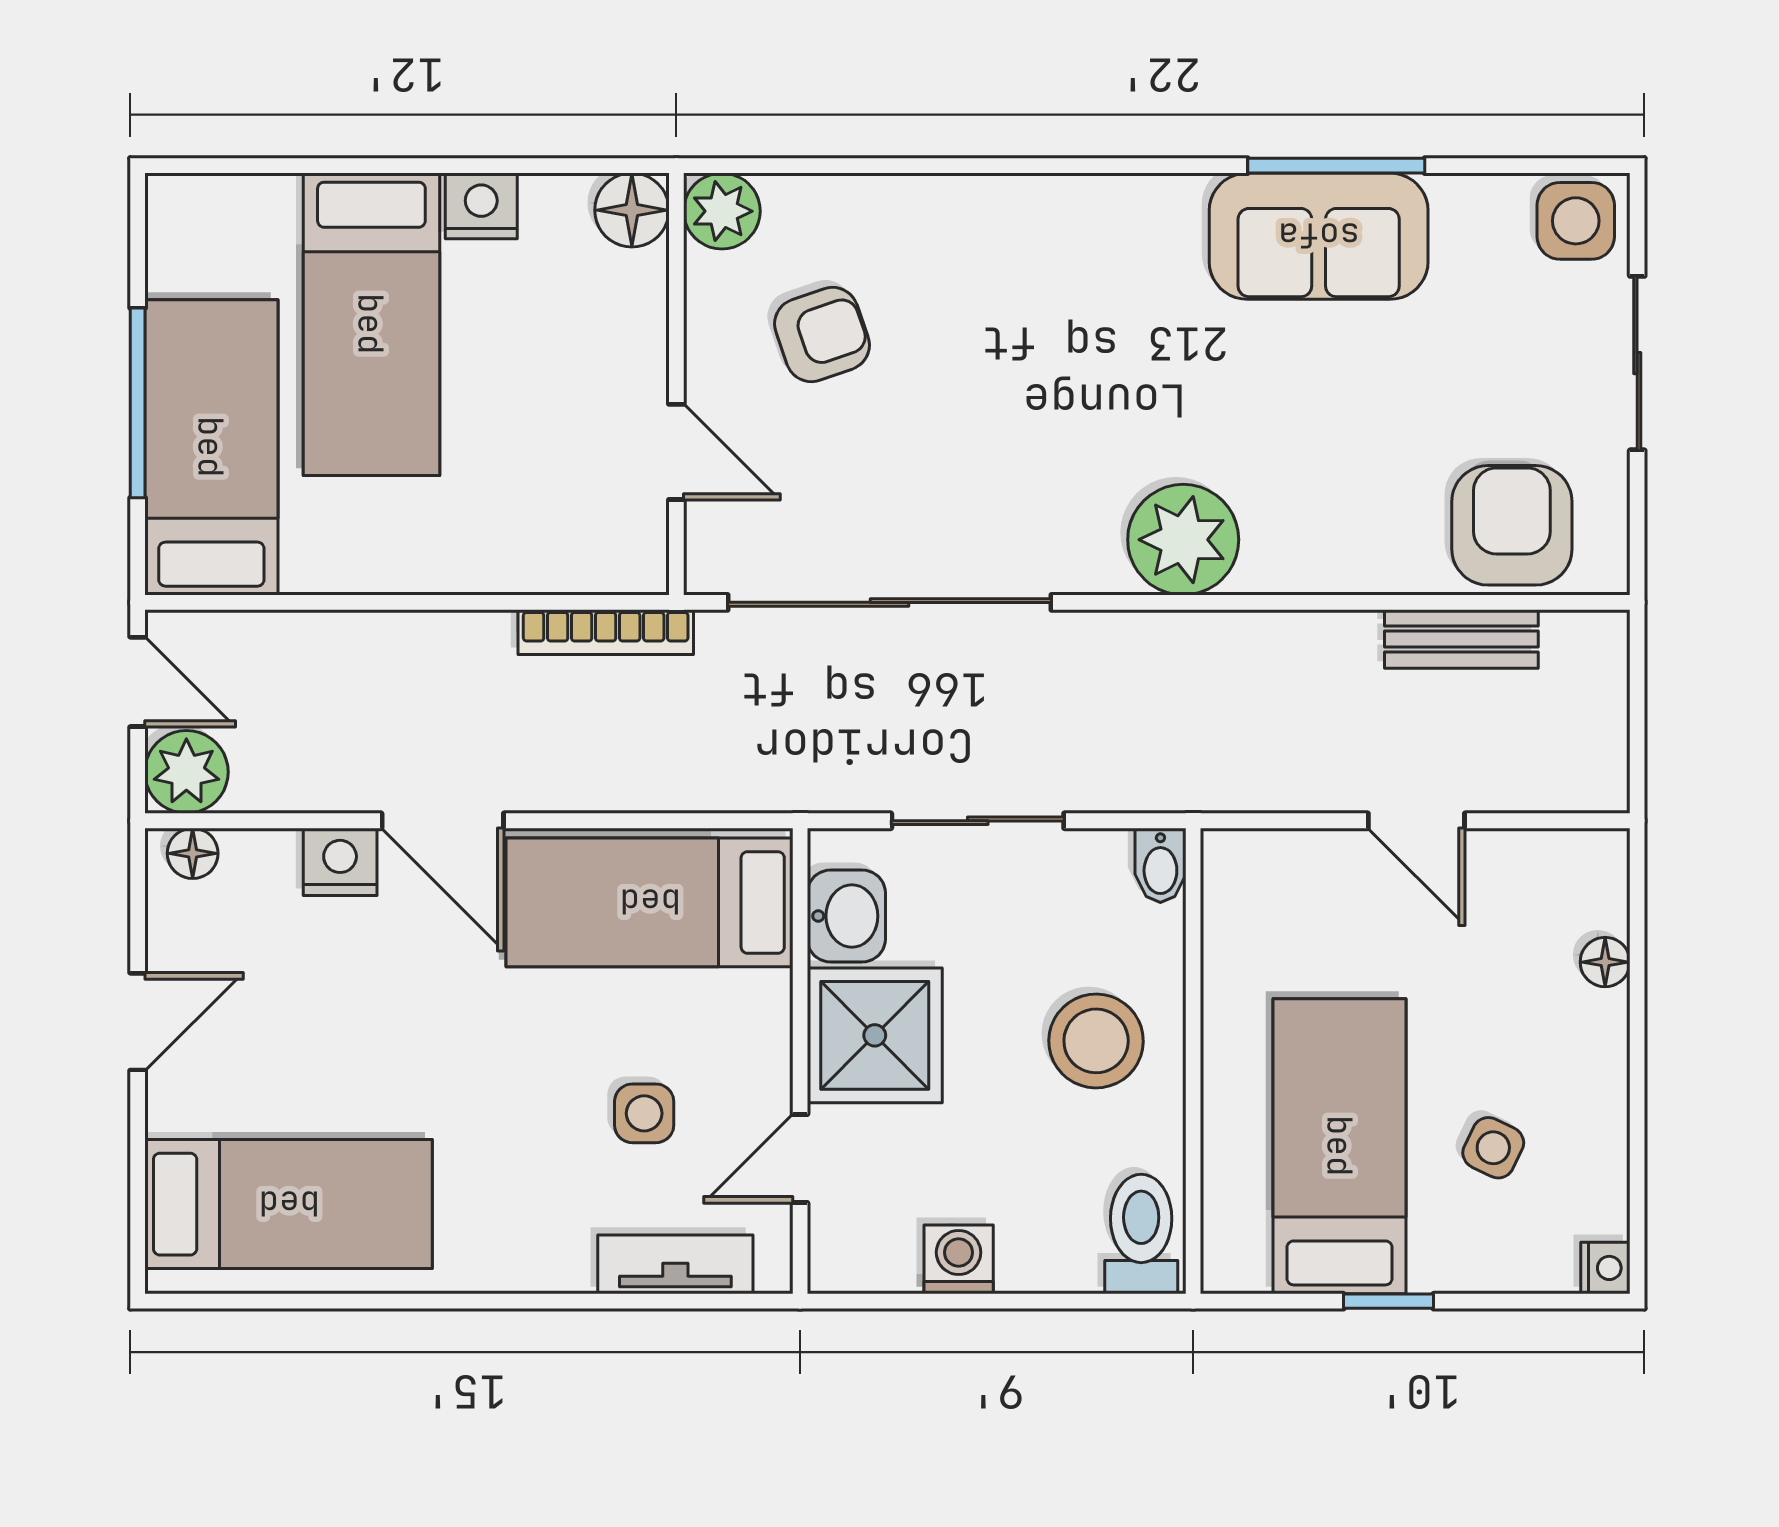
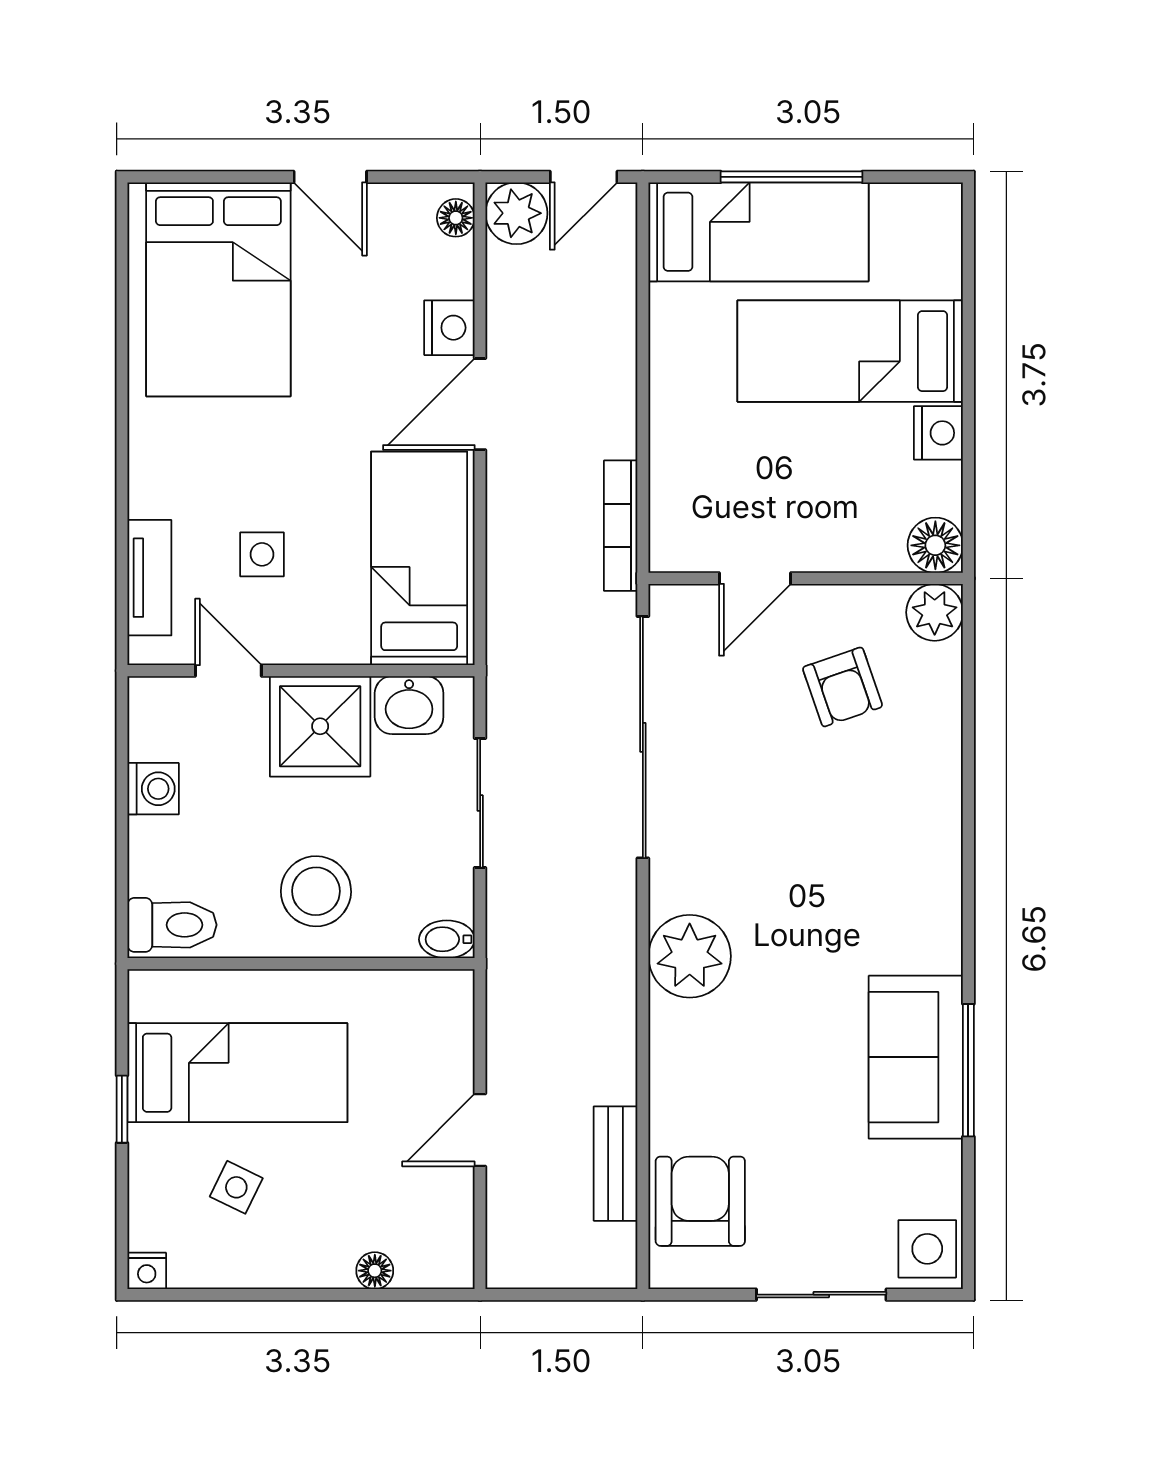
armchair: (1512, 525) -> (700, 1201), turned -90
bed: (289, 1204) -> (218, 289), width x1.50

